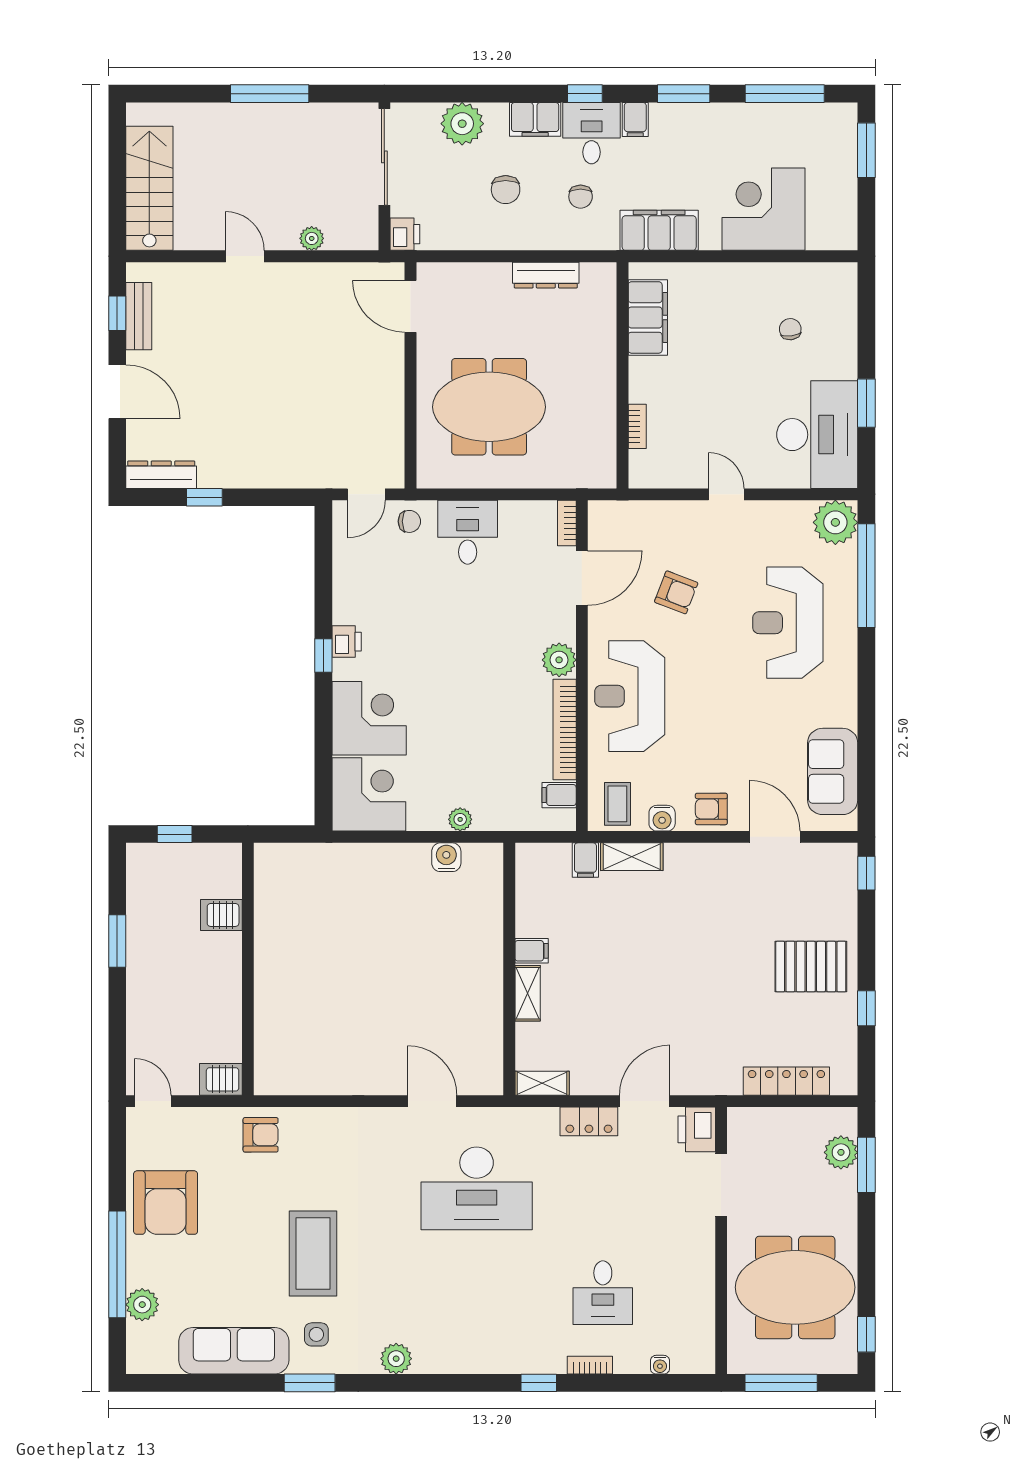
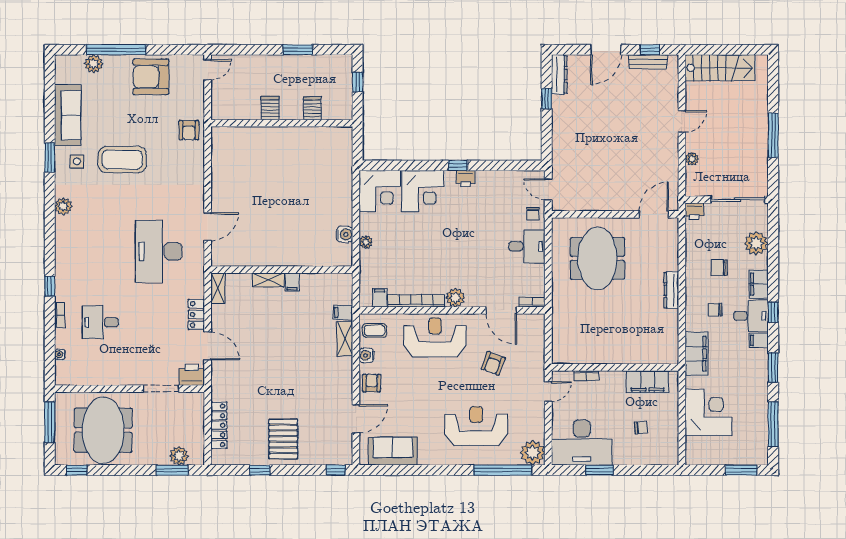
filing cabinet: (648, 317) -> (647, 382), moved
wall: (622, 375) -> (615, 367), moved
bookcase: (637, 426) -> (586, 376), moved
server rack: (221, 1079) -> (270, 108), moved

